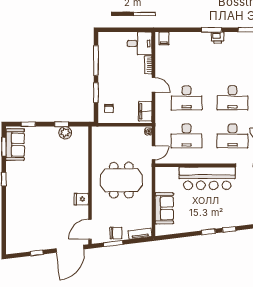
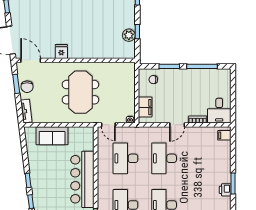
filing cabinet: (145, 111) -> (145, 107), moved, turned 90

